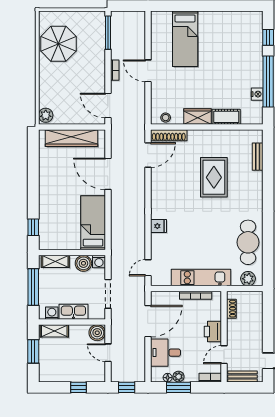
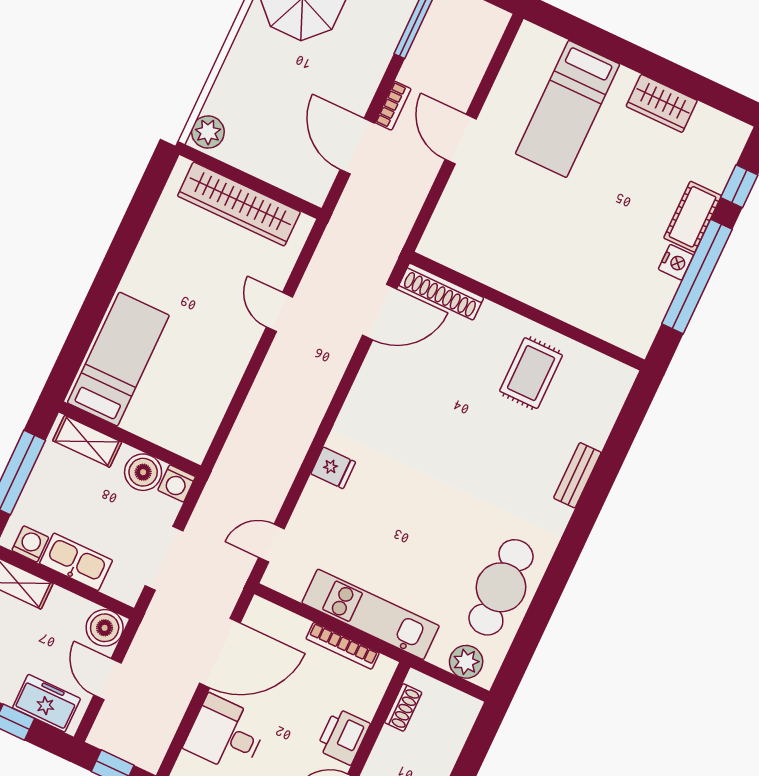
nightstand: (257, 94) -> (676, 262), moved
door: (108, 106) -> (357, 146), moved
wardrobe: (197, 116) -> (662, 103), moved, turned 180
cot: (226, 117) -> (693, 217), moved, turned 90
stool: (166, 118) -> (452, 252), removed
bench: (258, 157) -> (577, 475), moved
door: (108, 174) -> (279, 312), width x0.53
rug: (214, 177) -> (531, 373), moved, width x0.73, depth x0.70
bed: (93, 223) -> (118, 359), moved
window: (33, 227) -> (75, 350), removed
freezer: (88, 374) -> (46, 703), added

